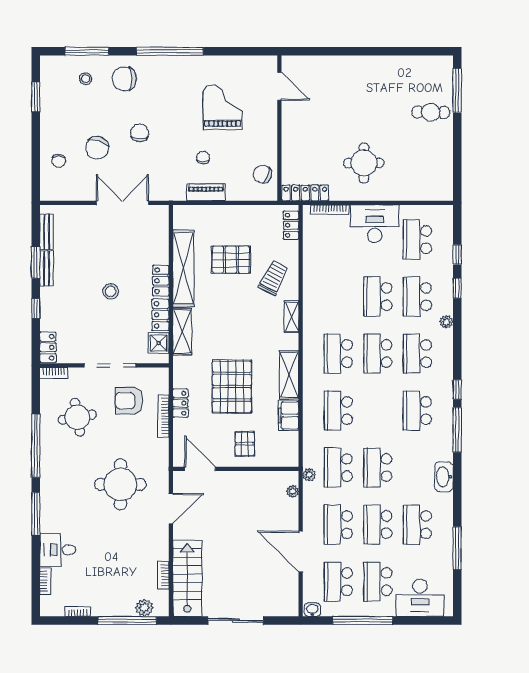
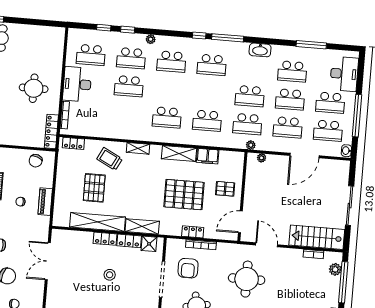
school desk: (378, 354) -> (169, 89), removed

